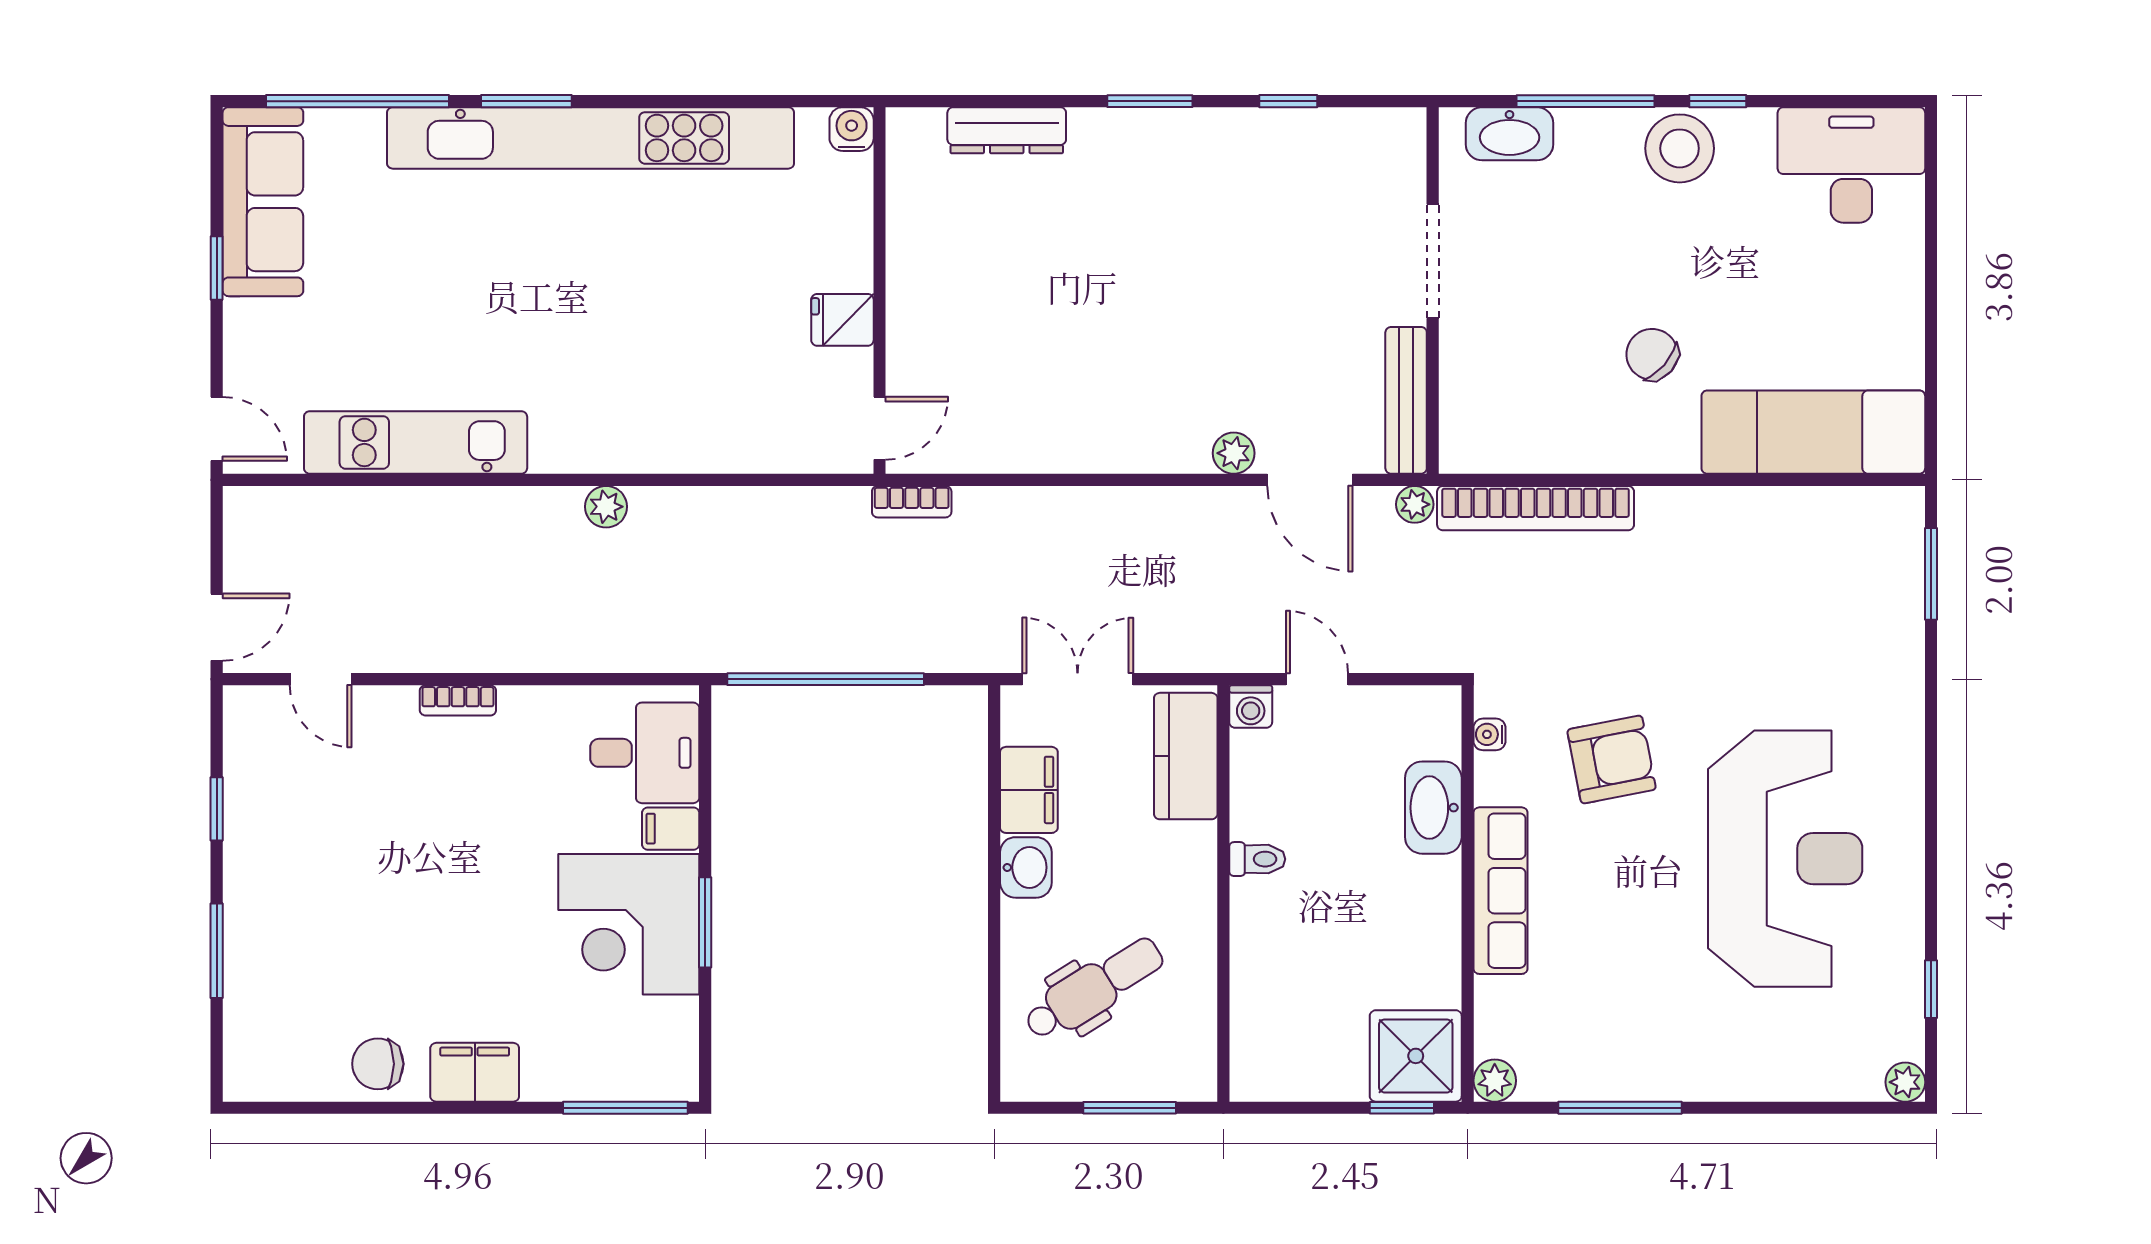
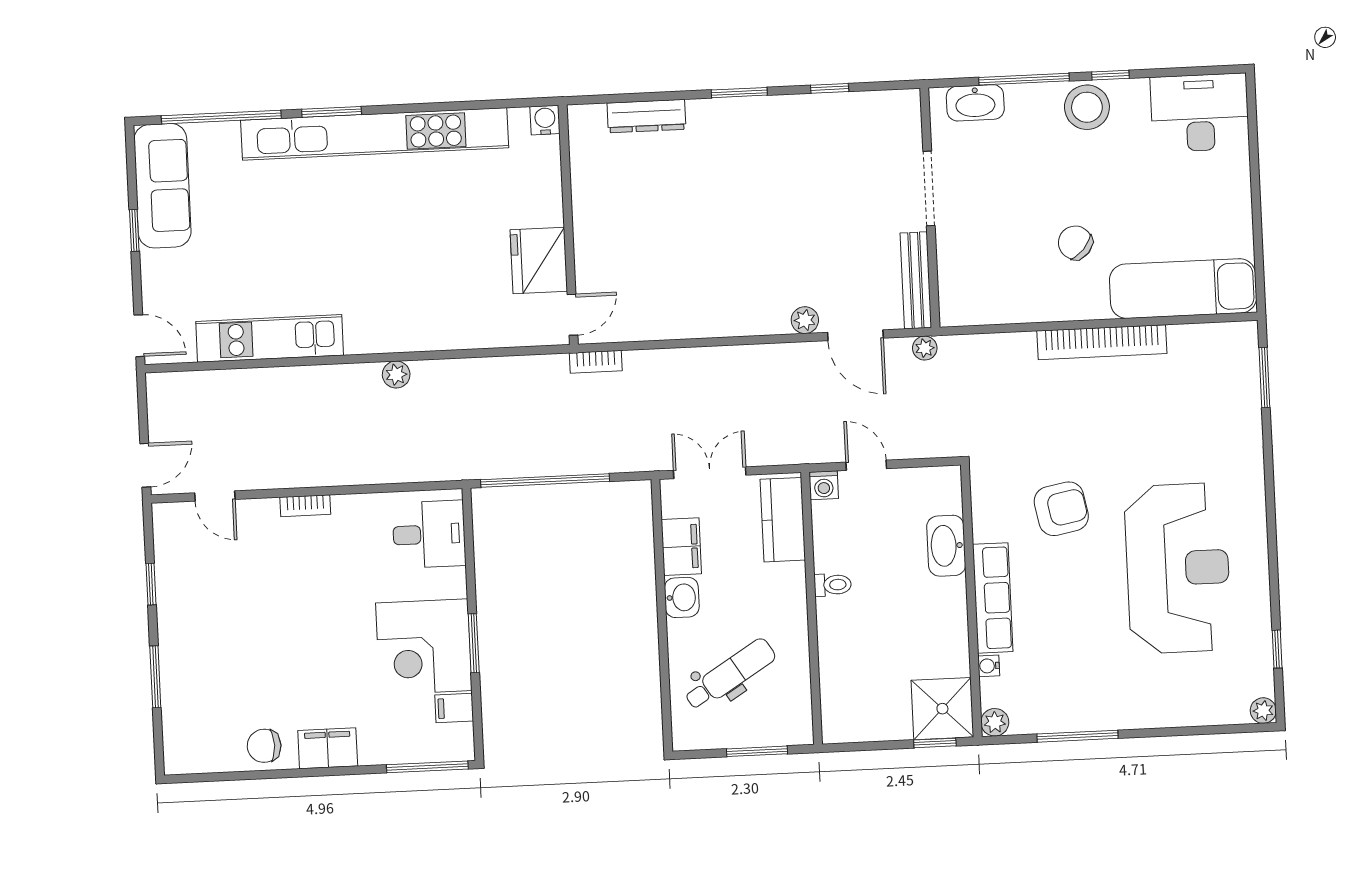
fridge: (842, 320) -> (539, 260), width x1.88, depth x1.34
bookcase: (1536, 508) -> (1102, 342), moved
water cooler: (1489, 734) -> (989, 666), moved
filing cabinet: (671, 829) -> (454, 708), moved

